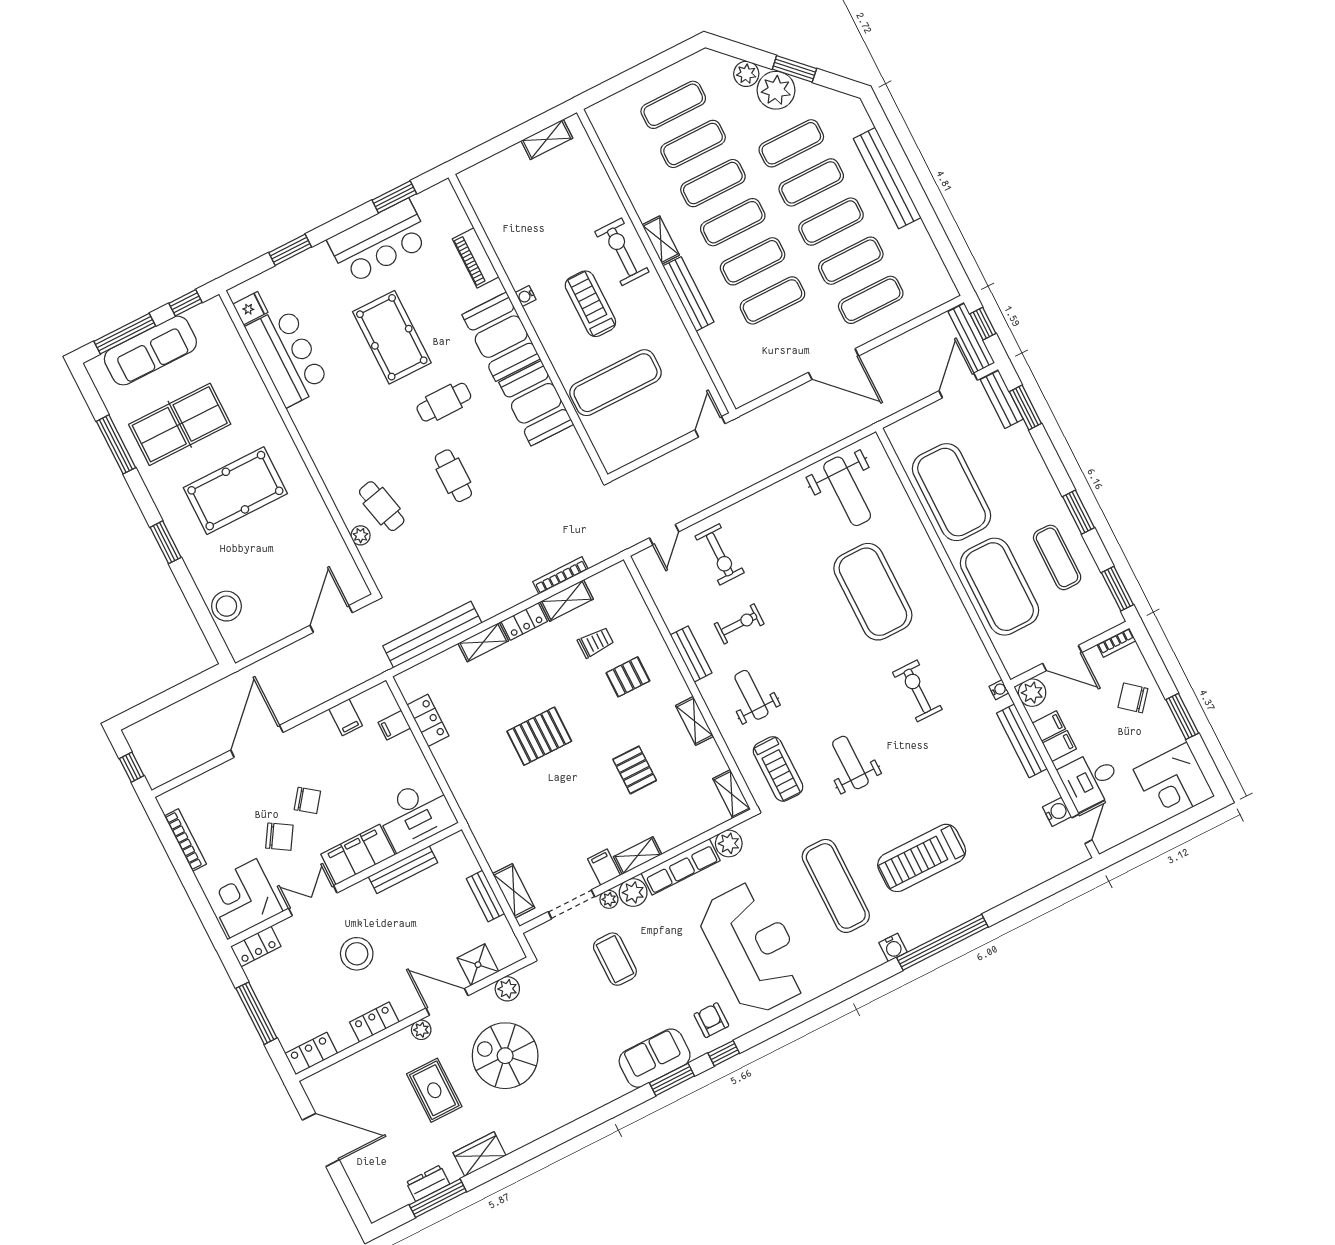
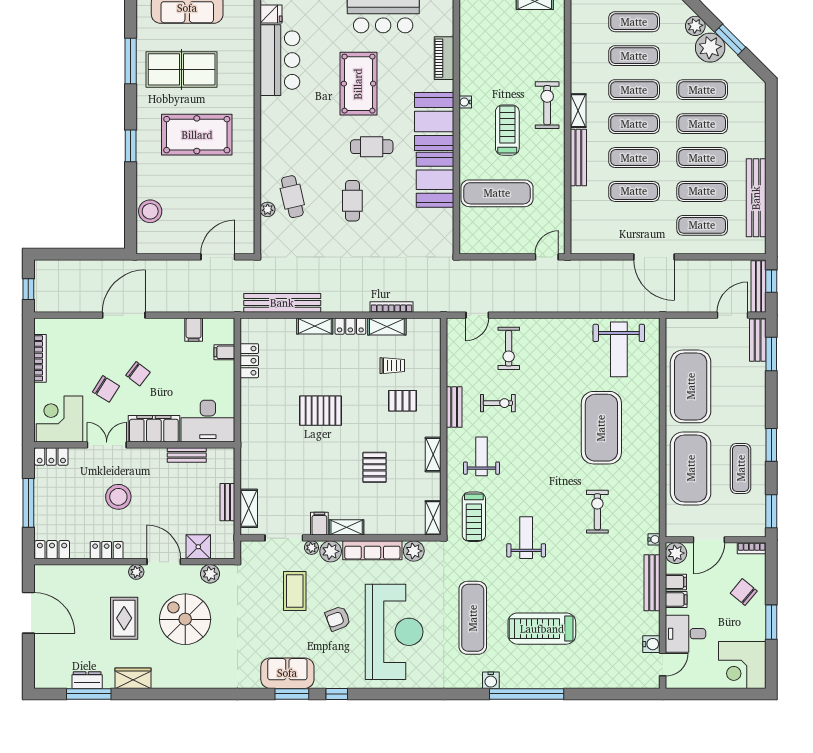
bench: (887, 178) -> (756, 198), moved
door: (1062, 658) -> (709, 540), hinge flipped
bench: (403, 870) -> (187, 455), width x0.73
armchair: (711, 1020) -> (338, 619), moved, turned -111

